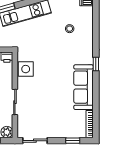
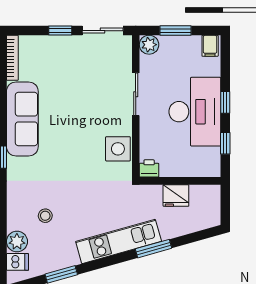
plant: (87, 13) -> (17, 242), added
window: (73, 141) -> (60, 31), moved

